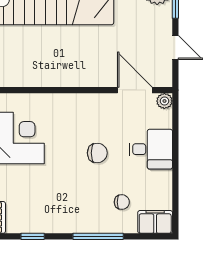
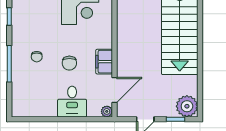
chair: (122, 202) -> (37, 57), moved
filing cabinet: (155, 222) -> (104, 62), moved, turned 180

